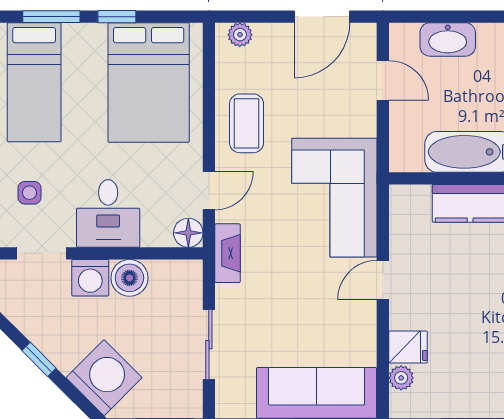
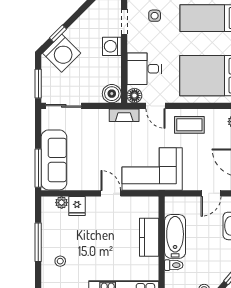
desk: (108, 214) -> (144, 69), moved
boiler: (129, 278) -> (112, 94), moved
sliding door: (209, 345) -> (64, 106), moved
window: (39, 359) -> (58, 33), moved

